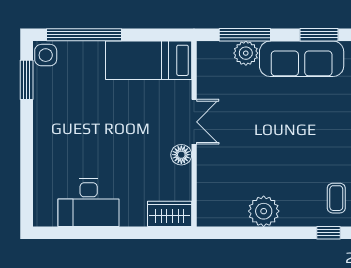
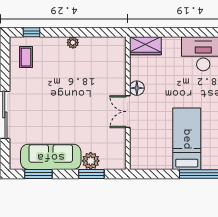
window: (245, 35) -> (91, 174), width x0.69
bed: (149, 60) -> (187, 139), moved, turned -90
plant: (264, 211) -> (73, 43), width x0.53, depth x0.53

